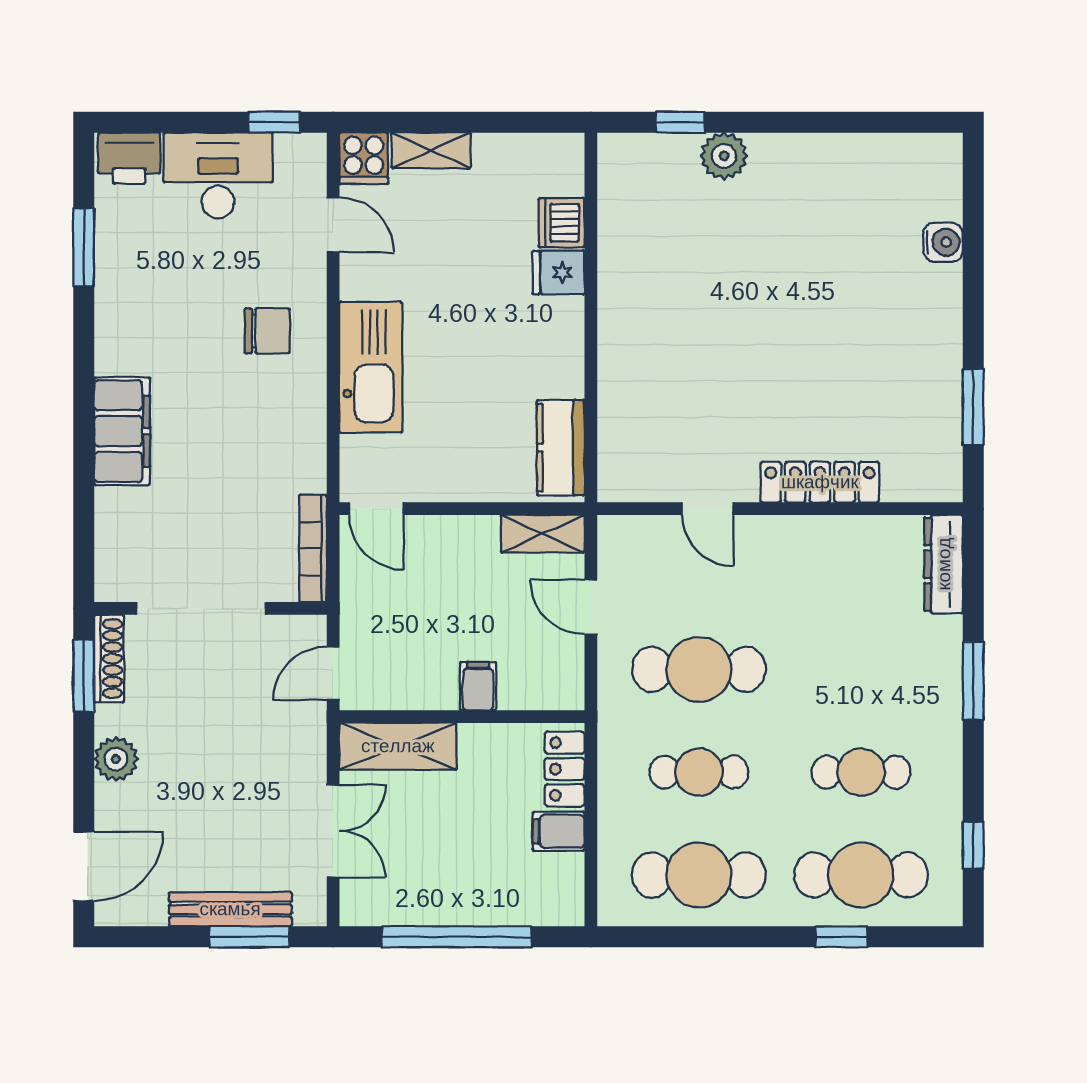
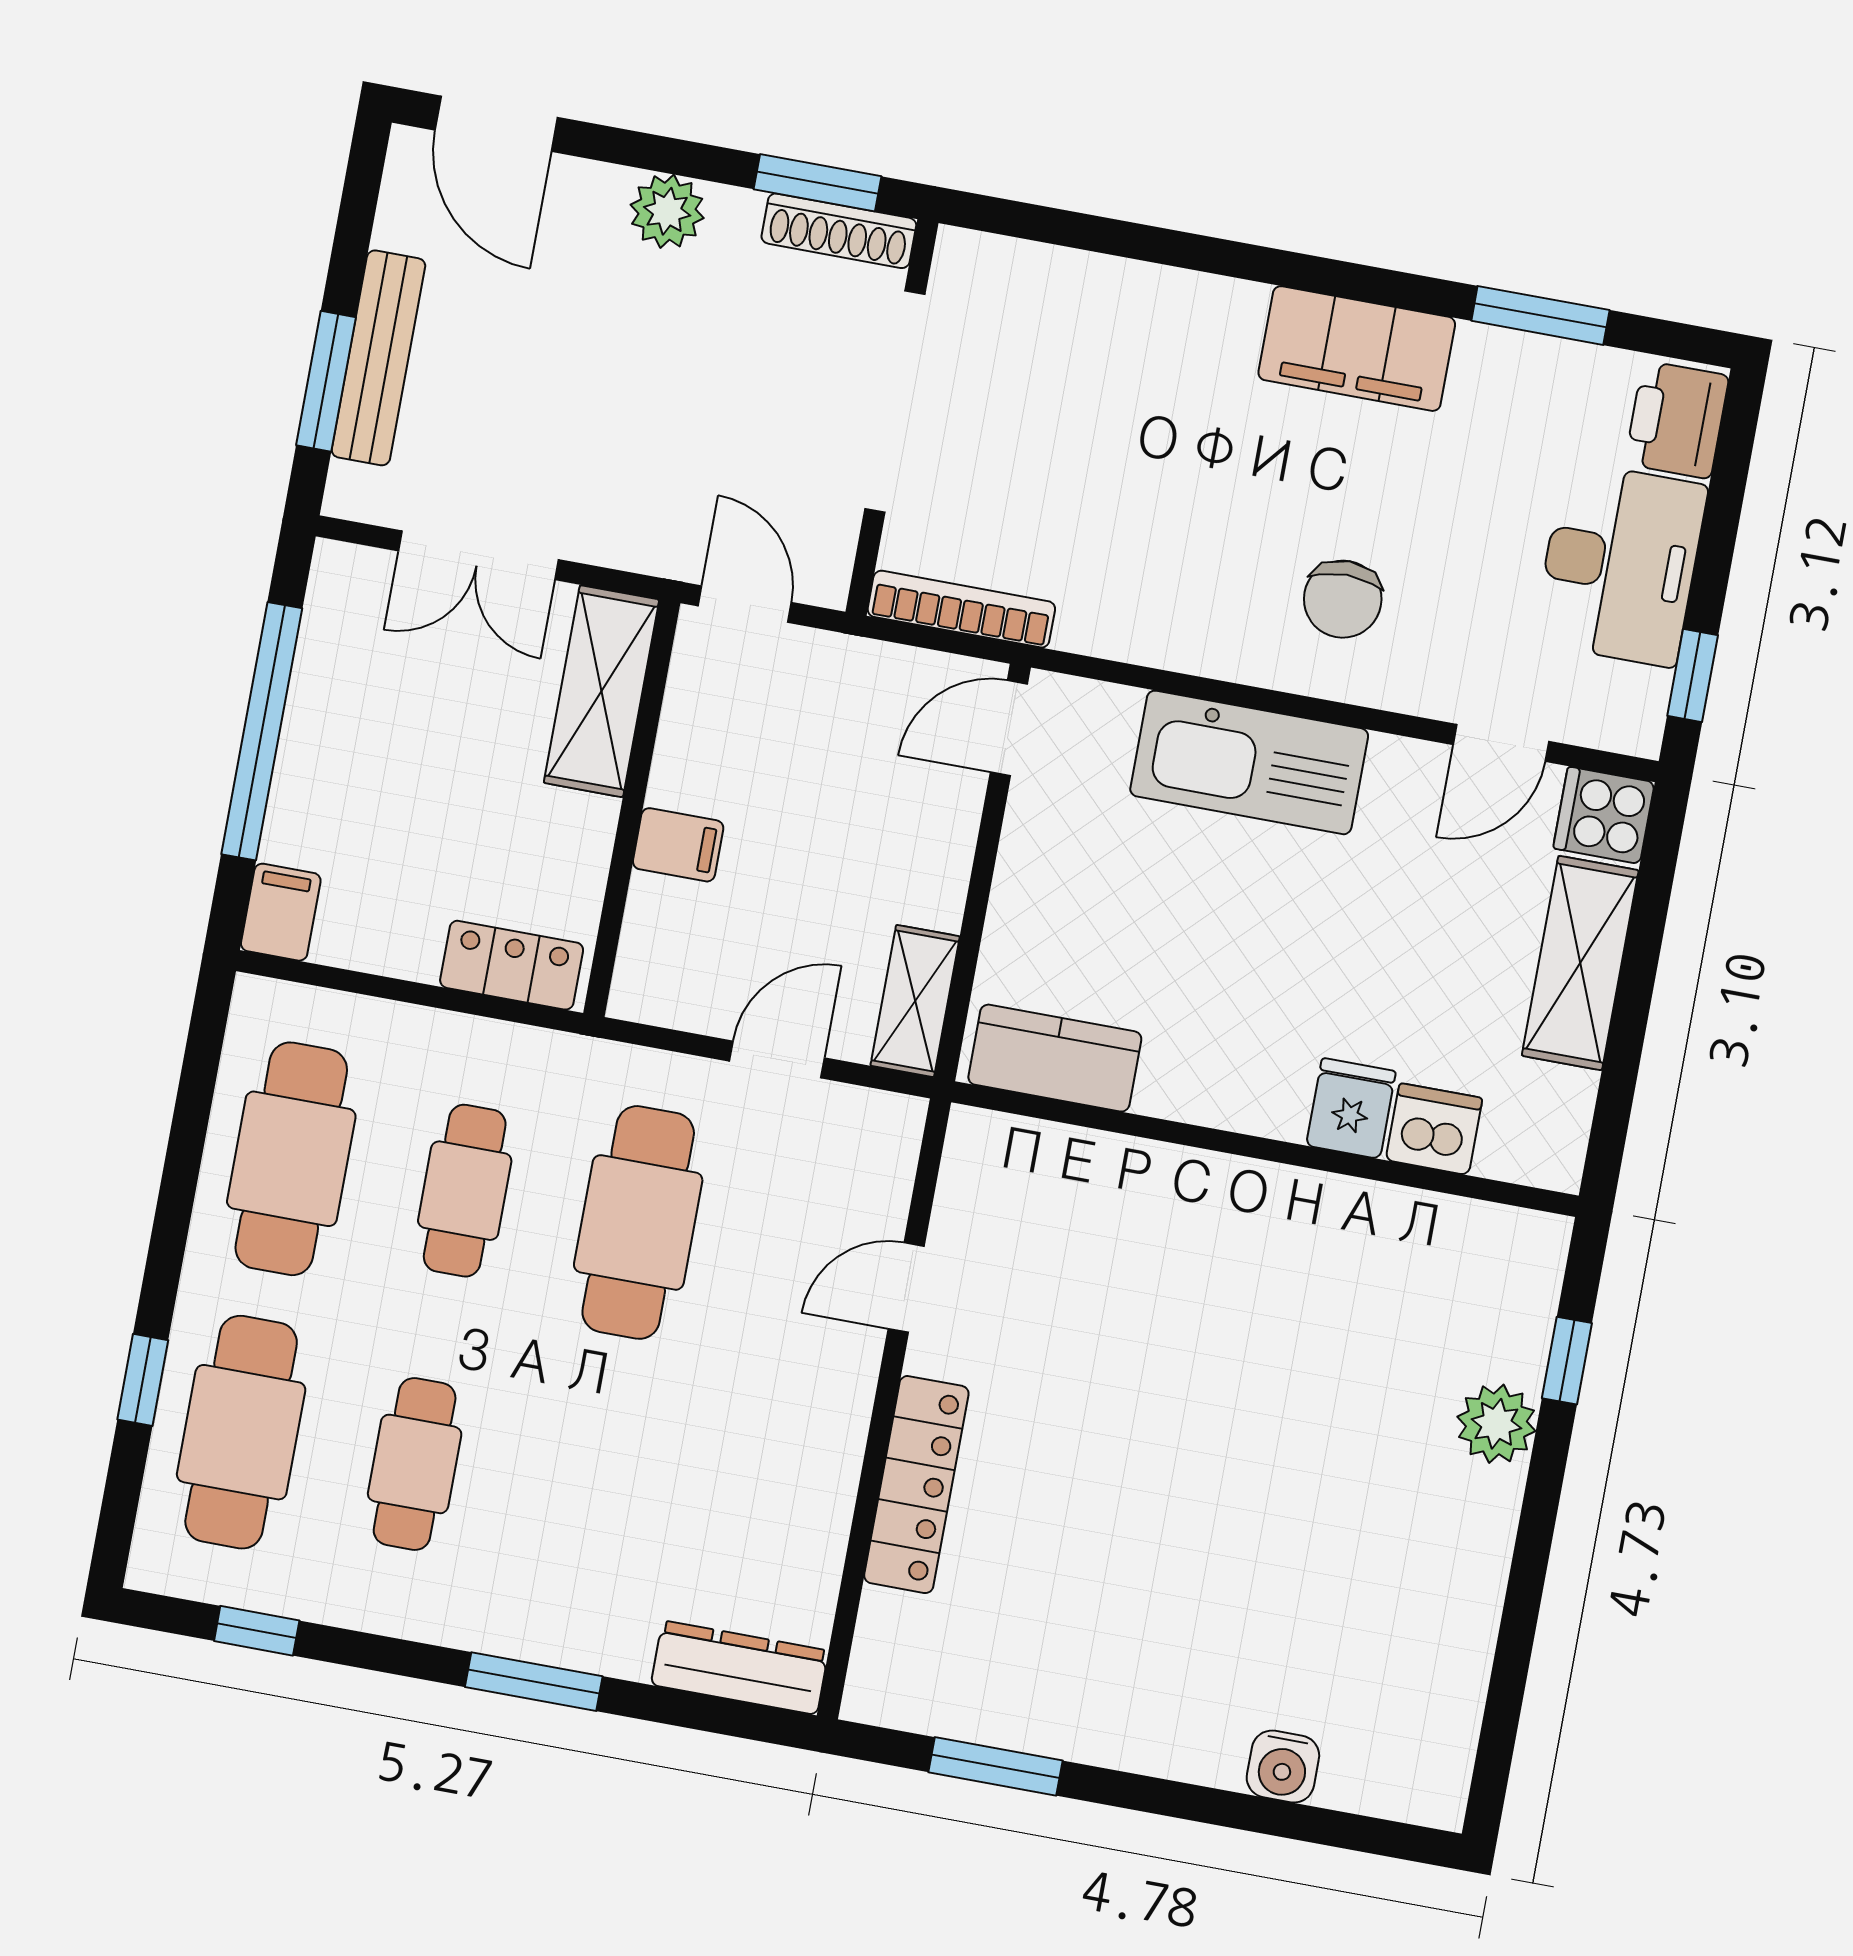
shelving: (431, 150) -> (1580, 963), width x1.50, depth x1.33
filing cabinet: (122, 431) -> (1357, 349), moved
filing cabinet: (559, 831) -> (281, 912), moved

